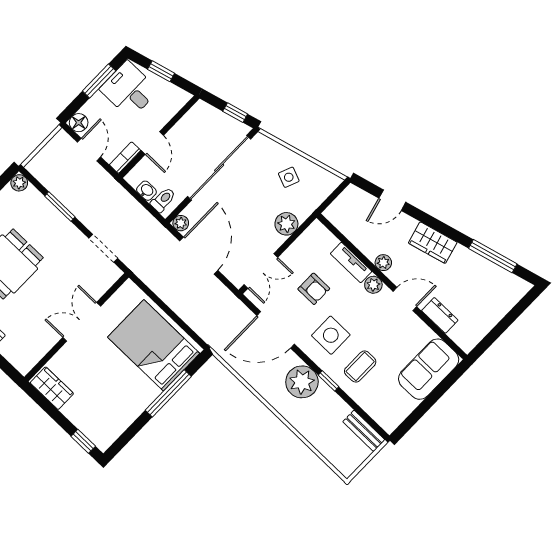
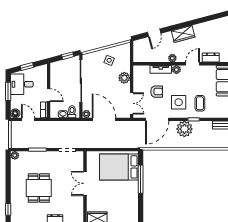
window: (493, 256) -> (209, 18), removed

